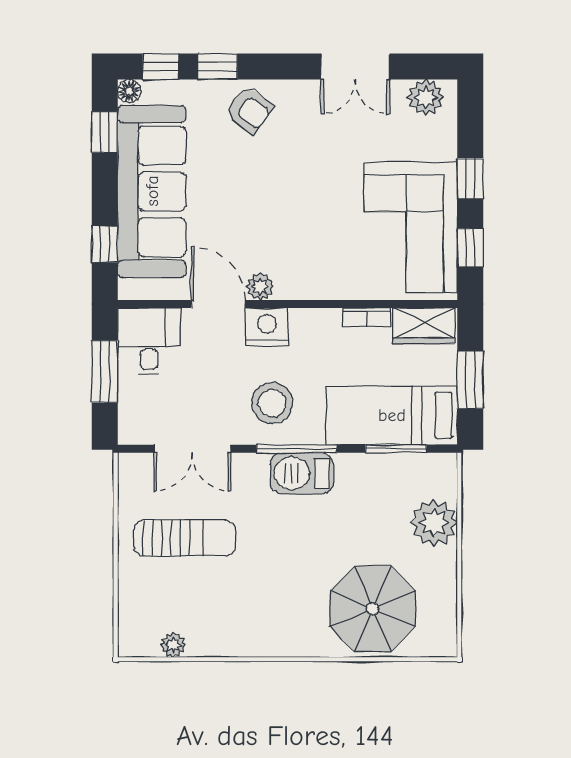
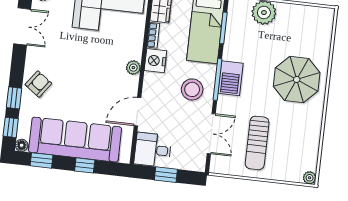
window: (105, 244) -> (85, 165), moved
plant: (260, 287) -> (133, 68), moved
nightstand: (267, 327) -> (155, 61), moved
window: (105, 372) -> (166, 175), width x0.67
sun lounger: (185, 538) -> (257, 143), turned 180
parasol: (373, 609) -> (297, 79), moved
plant: (173, 645) -> (310, 178), moved

